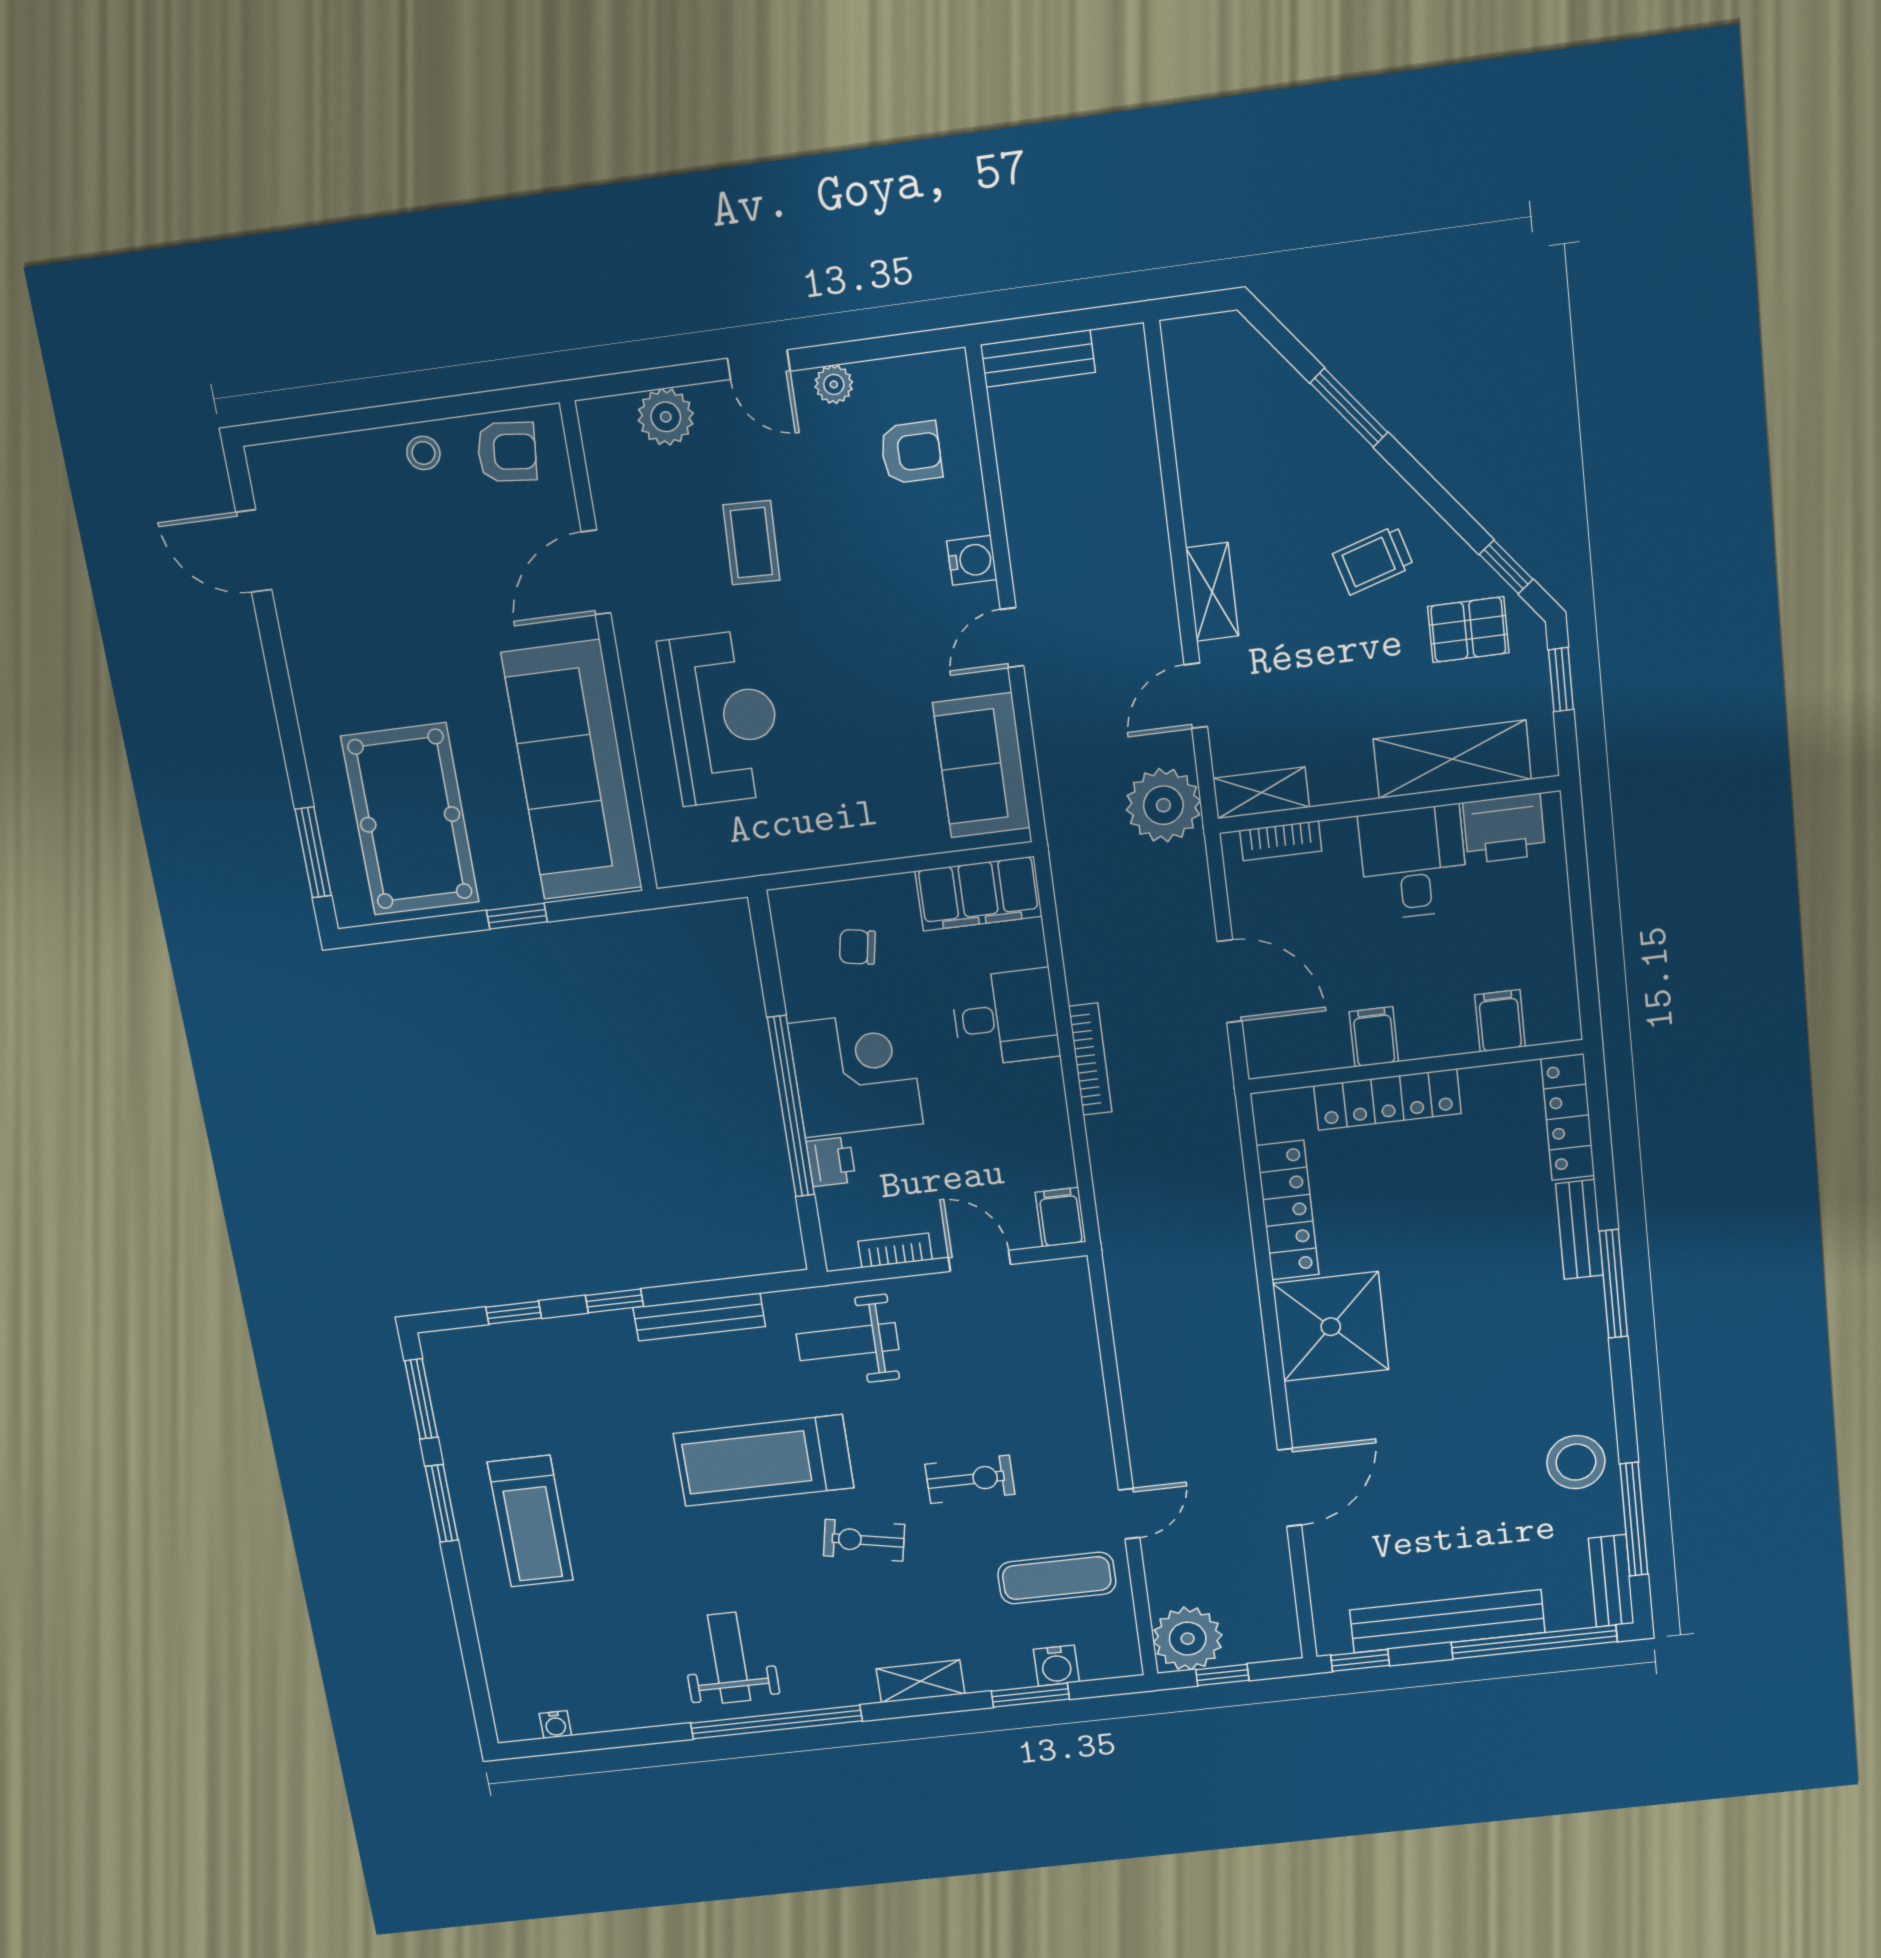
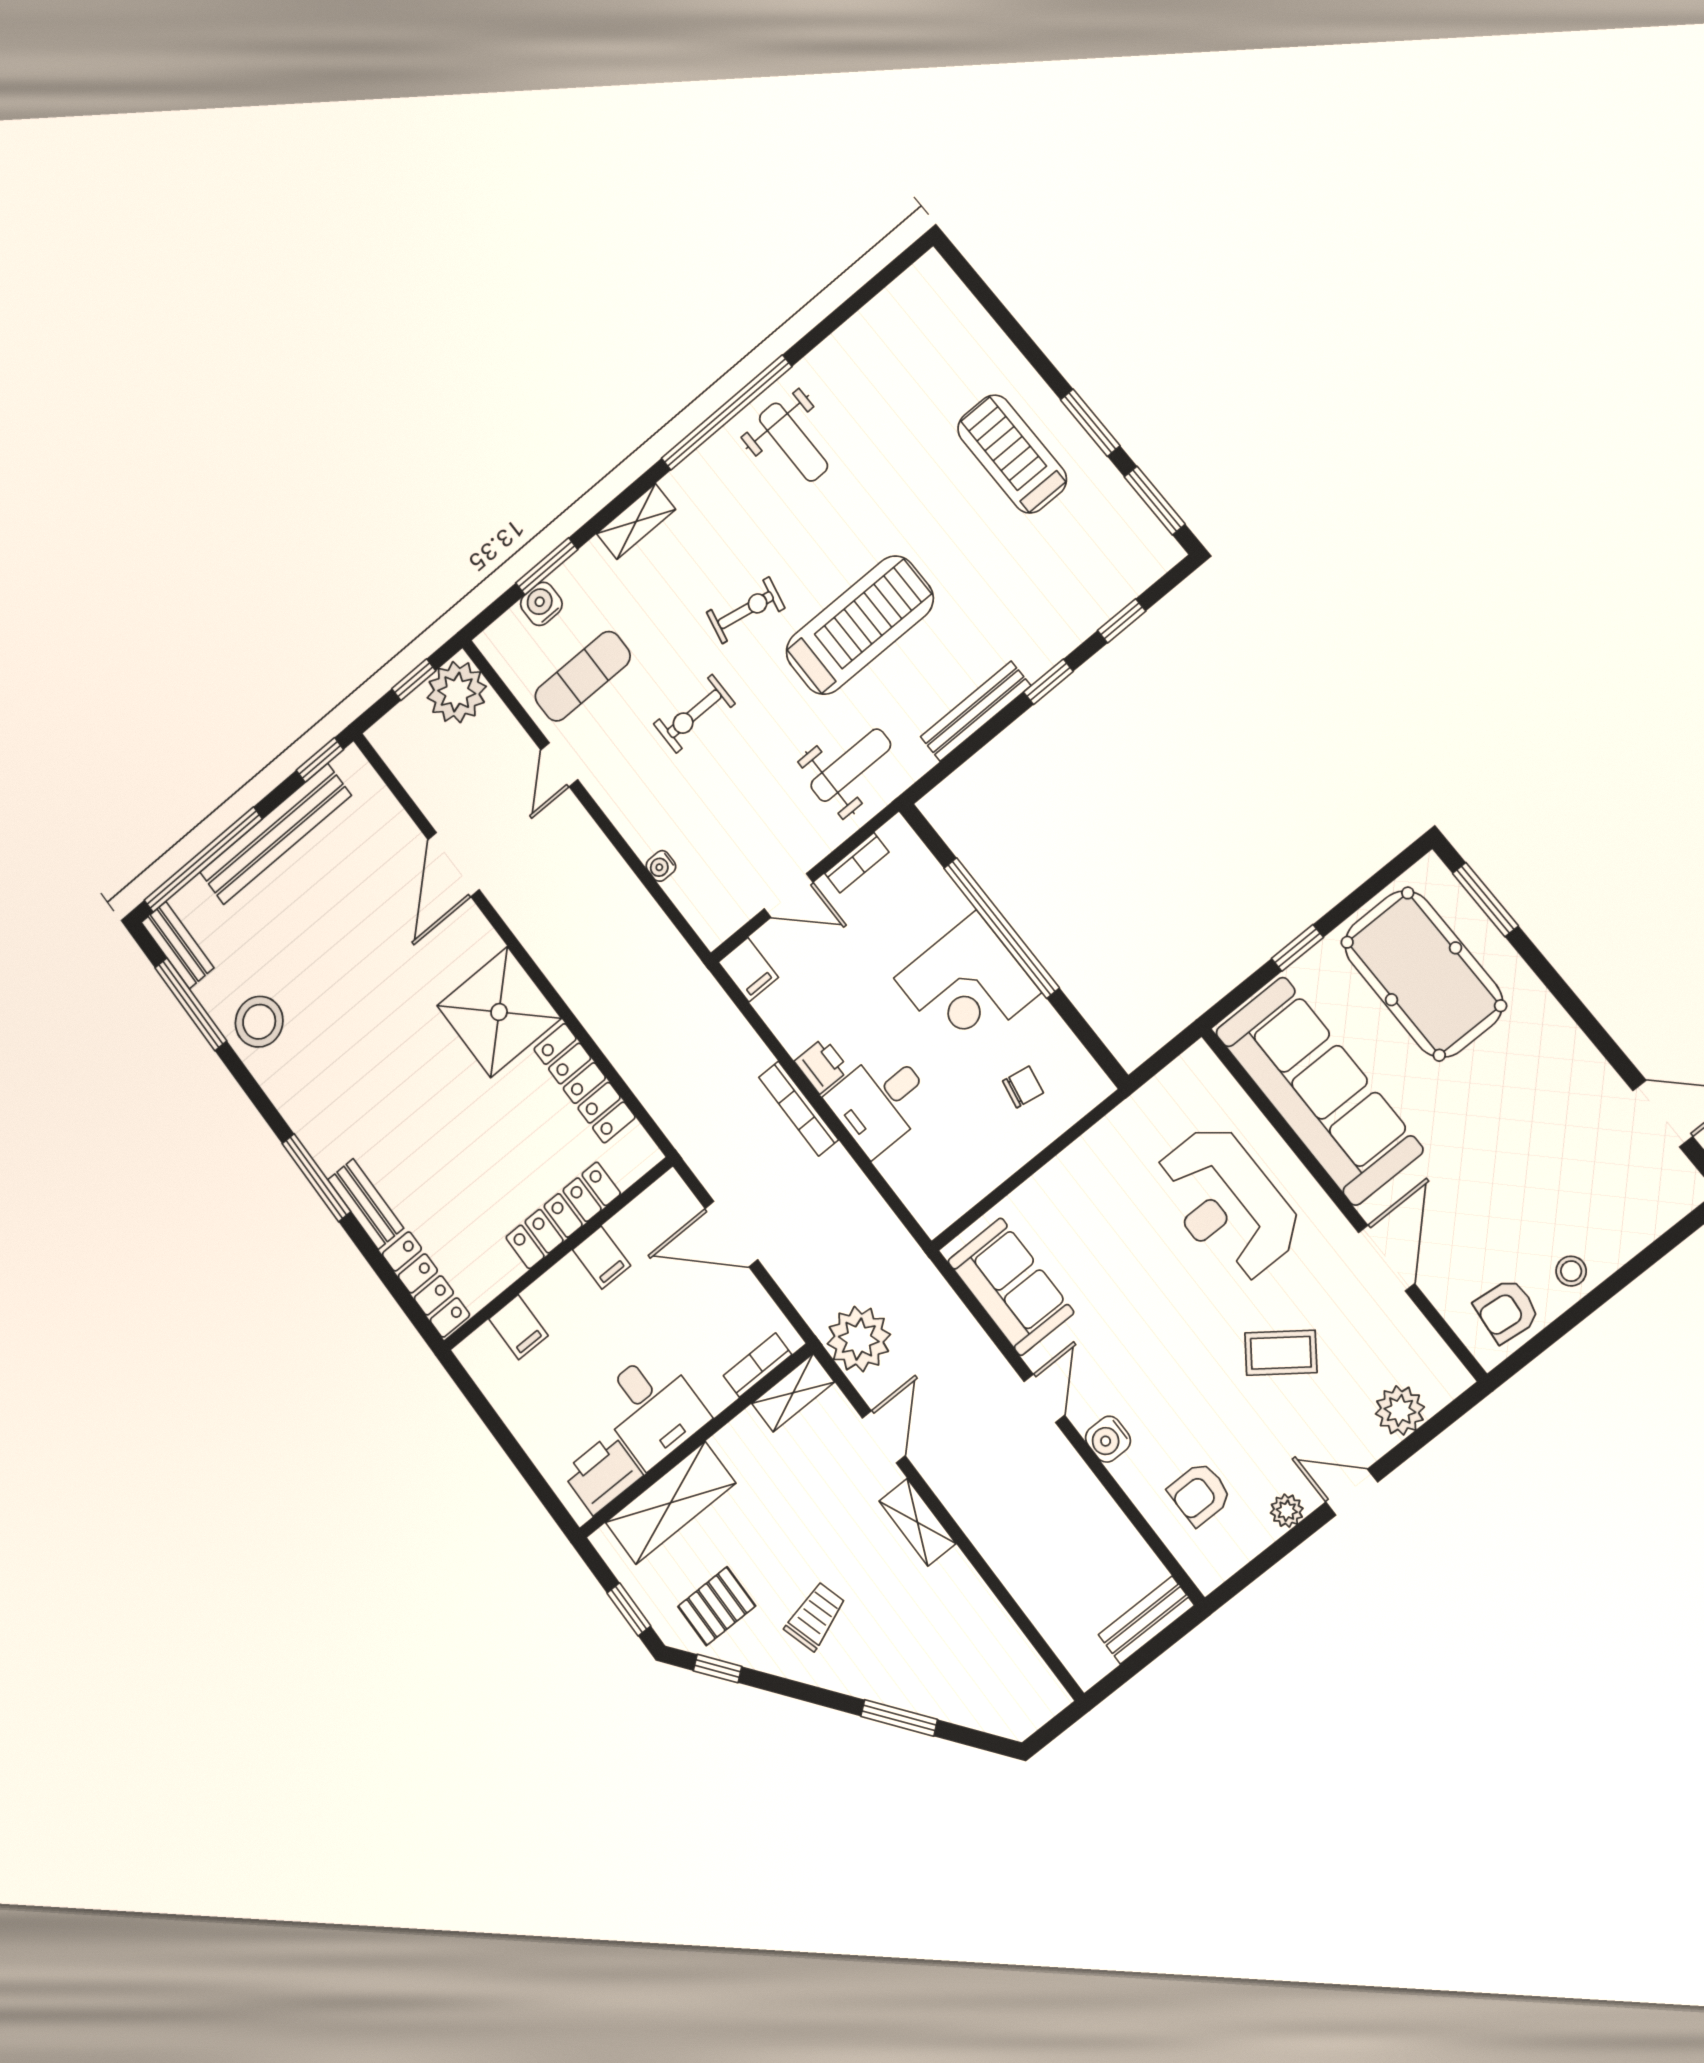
coffee table: (751, 543) -> (1281, 1353), turned -56
filing cabinet: (979, 894) -> (956, 1186), removed
printer: (831, 1162) -> (822, 1065), moved, turned 180
water cooler: (555, 1724) -> (661, 866), moved, turned -90

